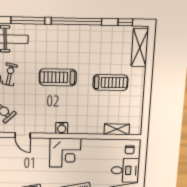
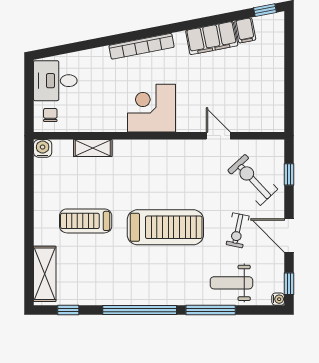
treadmill: (58, 77) -> (165, 227), width x1.37, depth x1.38
water cooler: (62, 128) -> (43, 148), moved
shelving: (117, 129) -> (93, 148), moved

